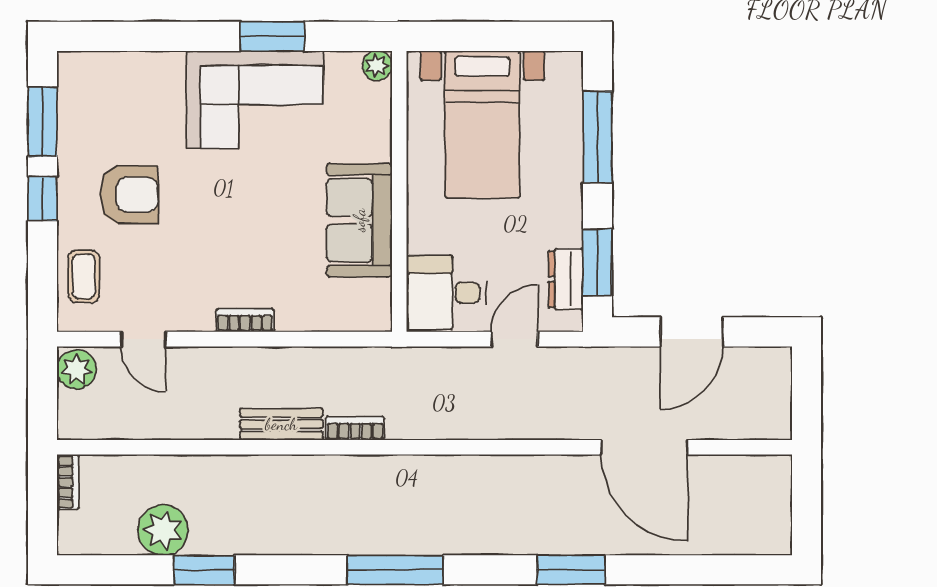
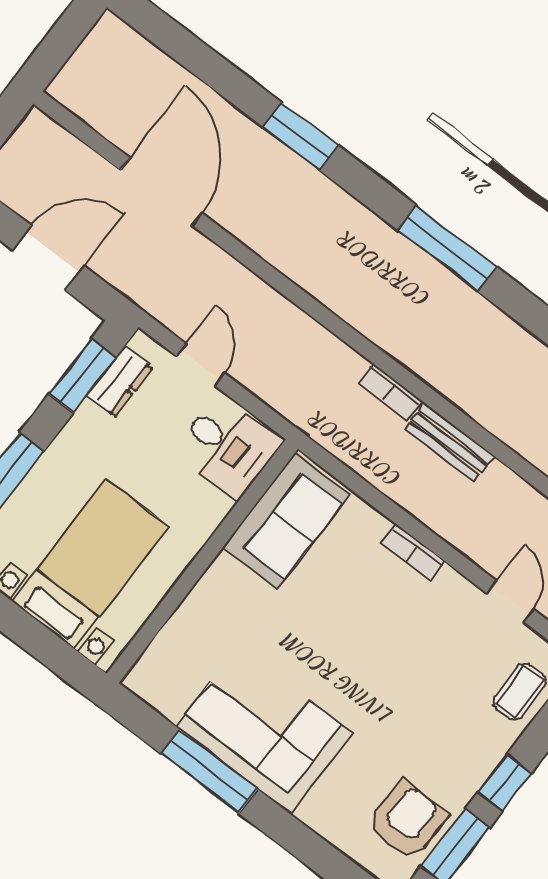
window: (272, 36) -> (209, 771), width x1.44
plant: (377, 66) -> (141, 680), removed
armchair: (129, 195) -> (407, 820), moved, turned 90
sofa: (359, 220) -> (286, 521), moved
door: (514, 339) -> (200, 365), swing flipped

